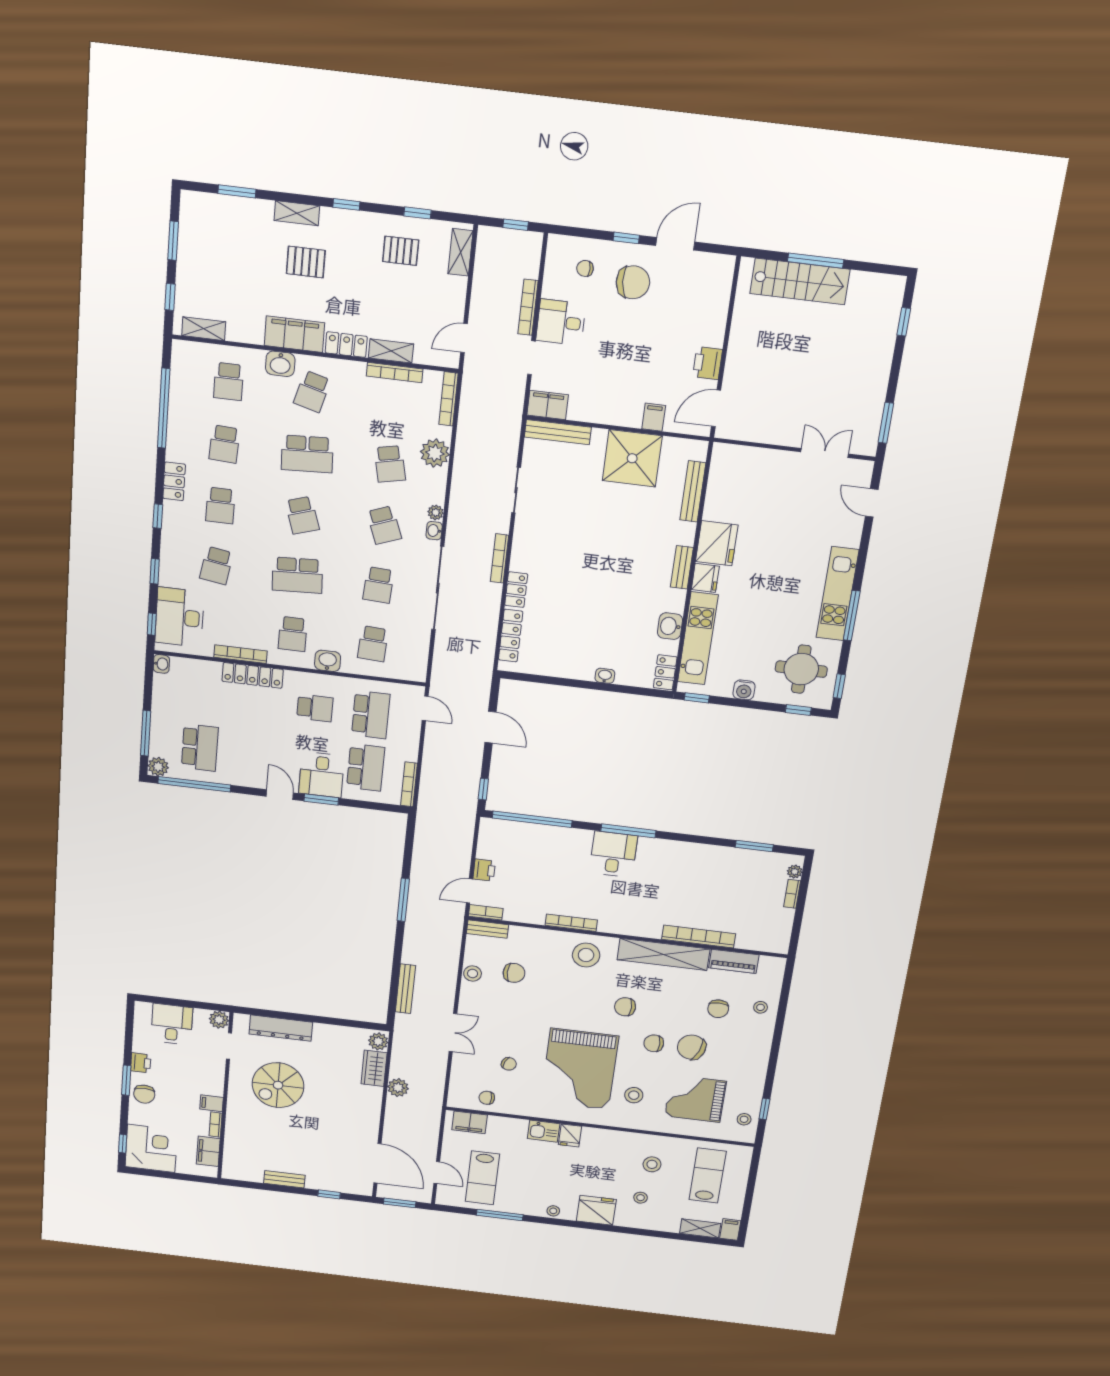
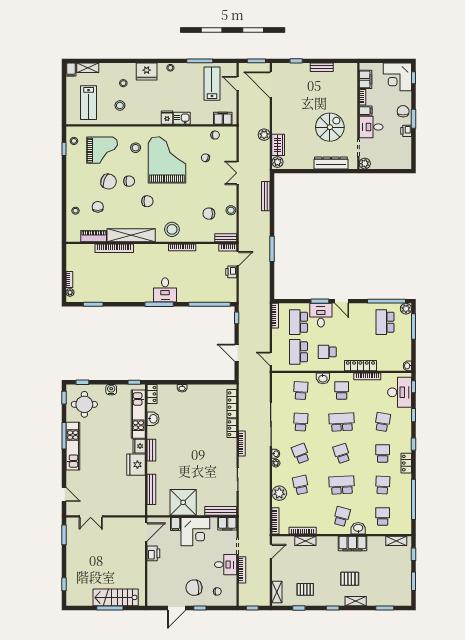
locker: (346, 345) -> (327, 541), removed
corner desk: (615, 397) -> (195, 532), added
desk: (172, 1024) -> (371, 127), moved, turned 90

